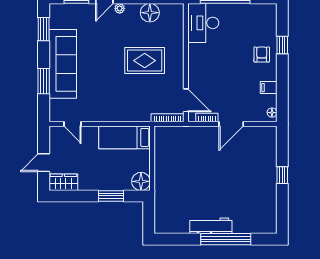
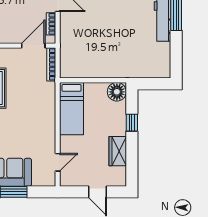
wardrobe: (63, 182) -> (118, 151), moved
window: (111, 196) -> (132, 123), width x0.67

